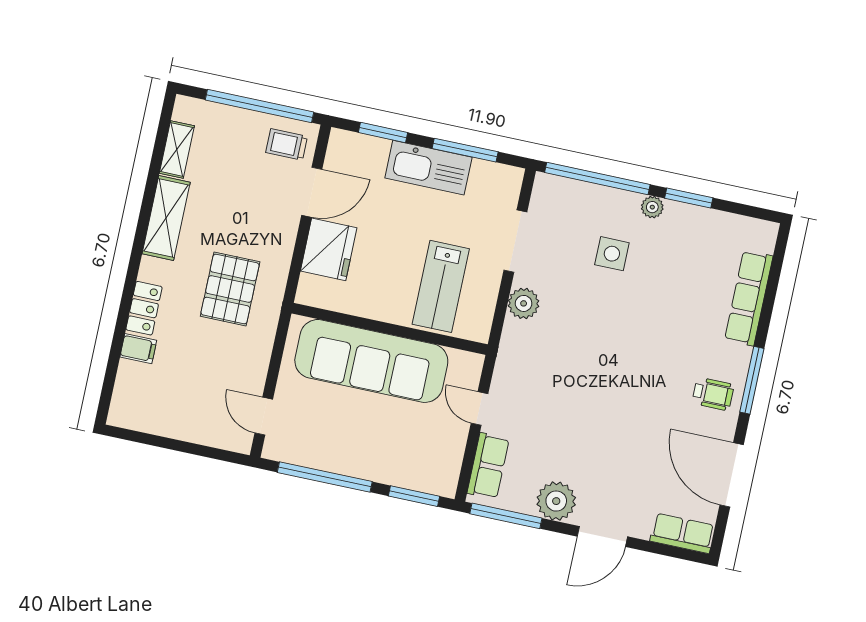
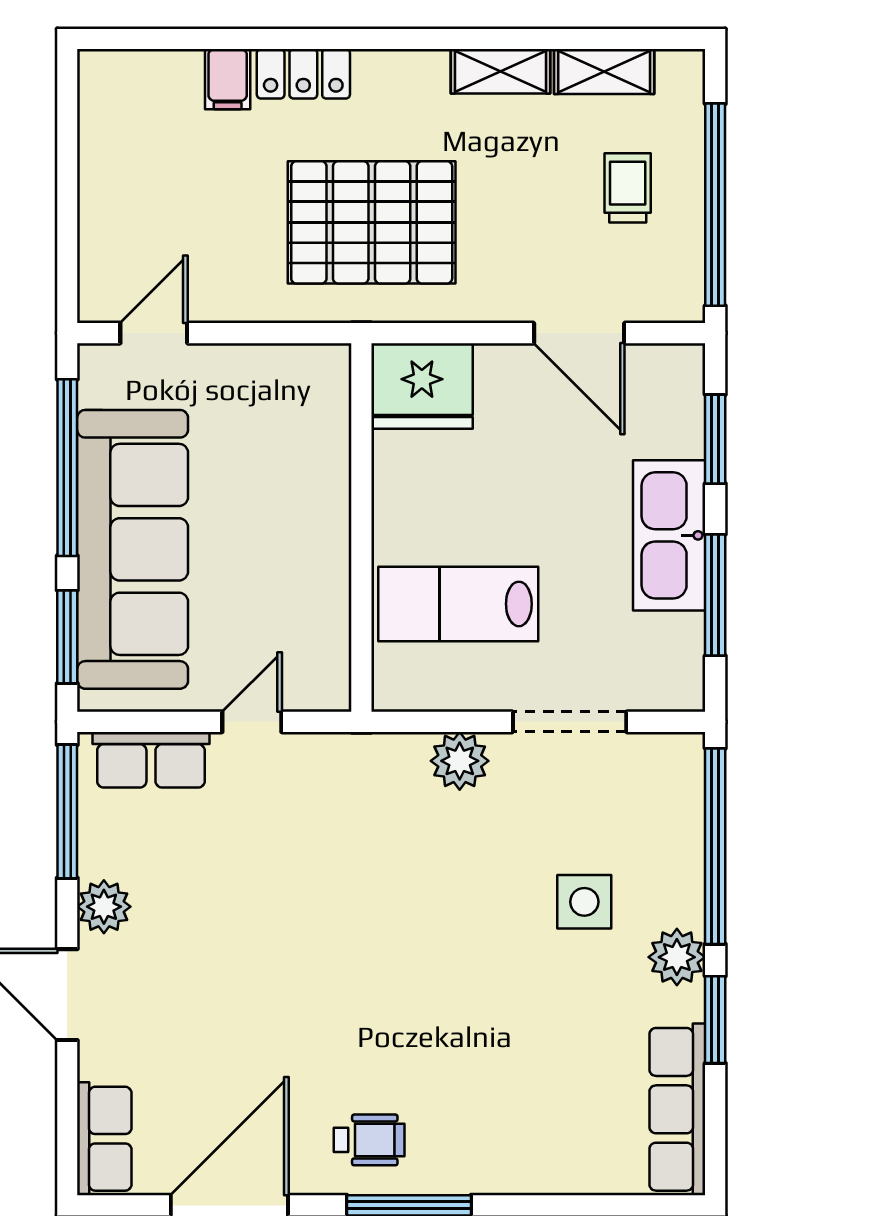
trolley: (287, 145) -> (628, 188), moved
plant: (652, 207) -> (677, 957), width x1.38, depth x1.38
shelving: (166, 218) -> (500, 71), width x0.67, depth x0.75
fridge: (329, 249) -> (422, 386), moved
pallet: (230, 289) -> (372, 222), width x1.37, depth x1.41
row of seats: (749, 298) -> (677, 1109), moved, turned -90
sofa: (371, 361) -> (133, 549), moved, turned 180
wheelchair: (713, 394) -> (369, 1140), turned -90
plant: (556, 501) -> (104, 907), width x0.73, depth x0.73

